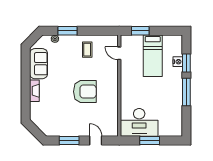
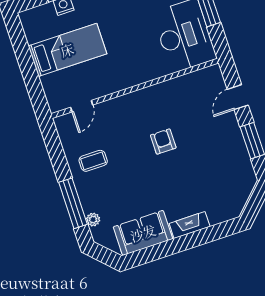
window: (67, 31) -> (73, 203), width x1.44
window: (140, 31) -> (33, 84), removed
armchair: (85, 92) -> (163, 142), width x0.53, depth x0.53

